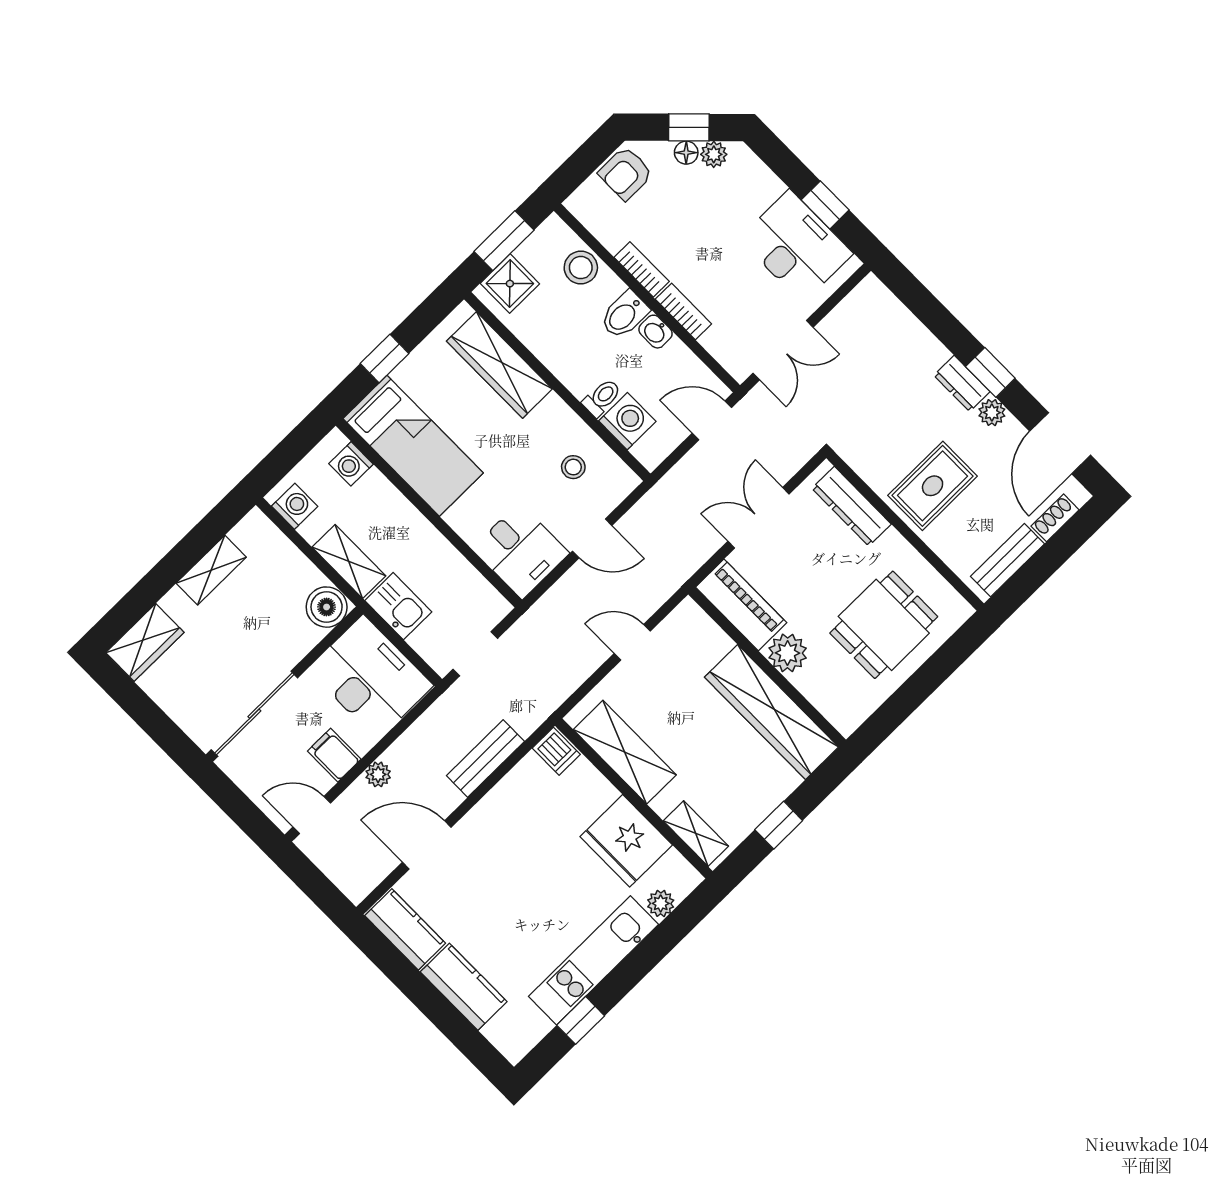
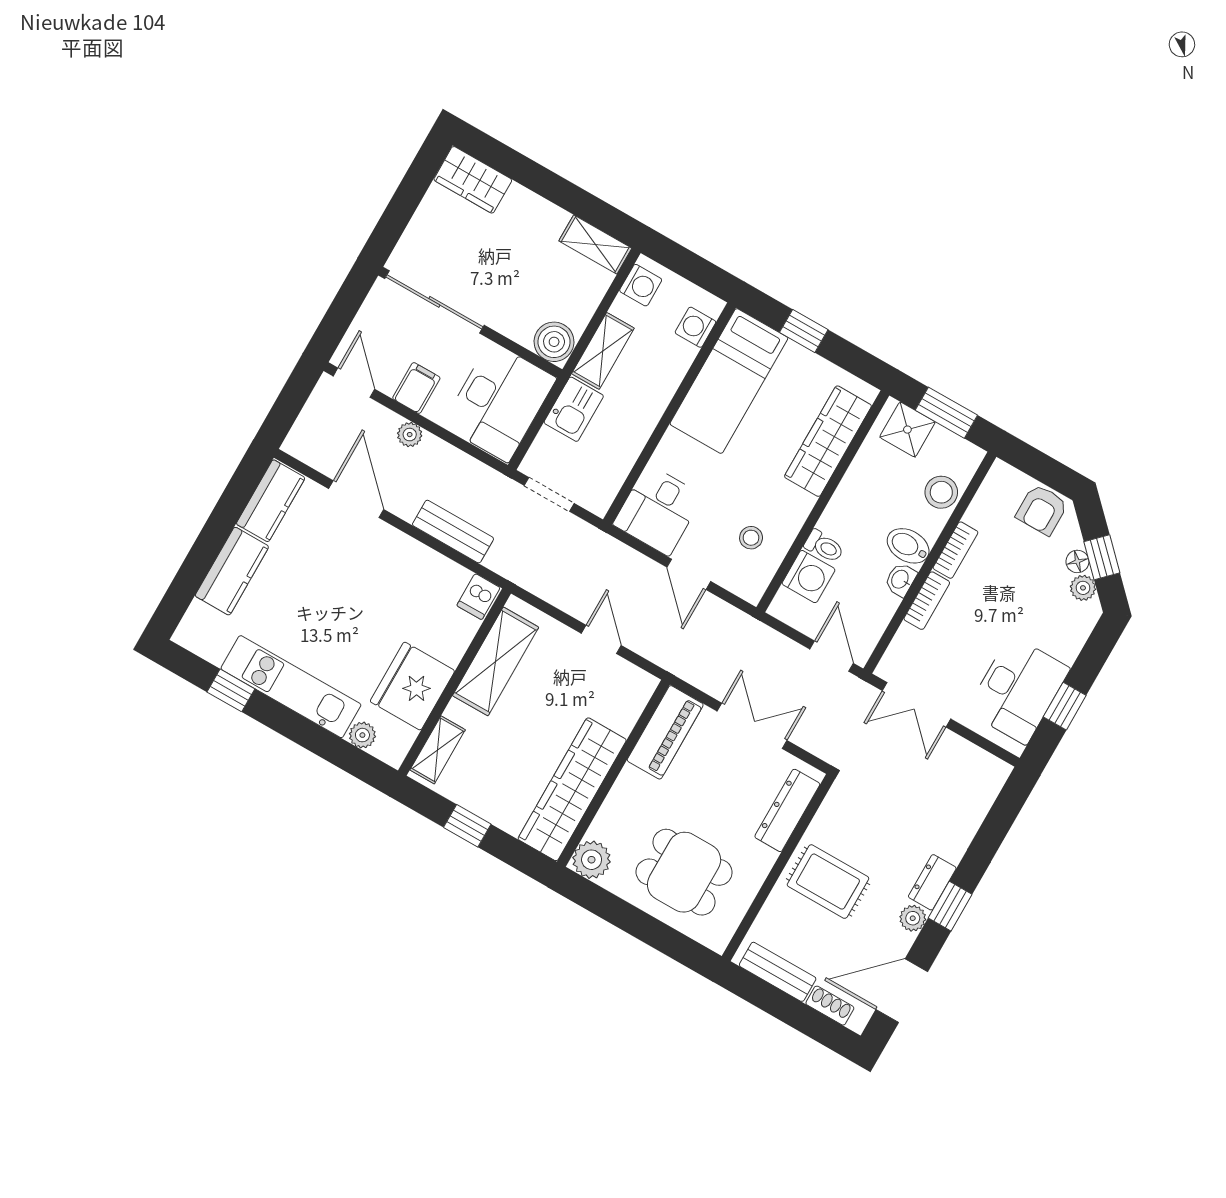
armchair: (626, 173) -> (1042, 510), turned -90
shelving: (211, 570) -> (595, 244), moved
plant: (788, 653) -> (592, 860), moved

